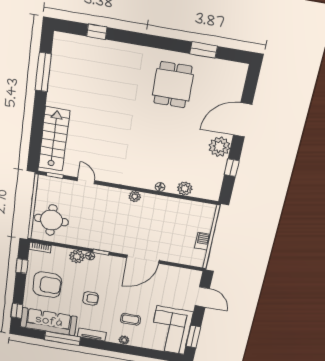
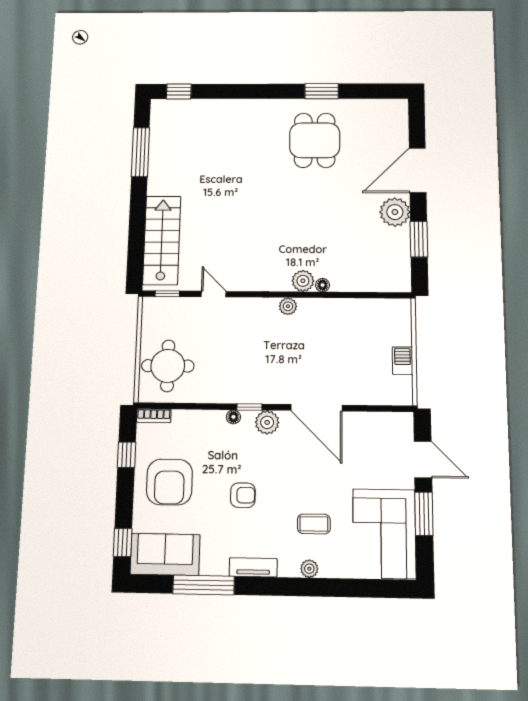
window: (97, 32) -> (179, 91), moved
window: (204, 50) -> (322, 91), moved
window: (232, 168) -> (419, 239), width x1.50
plant: (185, 188) -> (303, 281), moved
plant: (77, 257) -> (267, 422), moved
door: (143, 259) -> (317, 408), hinge flipped
armchair: (47, 285) -> (169, 482), turned 90
sofa: (49, 322) -> (165, 554), width x0.73
window: (193, 337) -> (424, 514), moved

